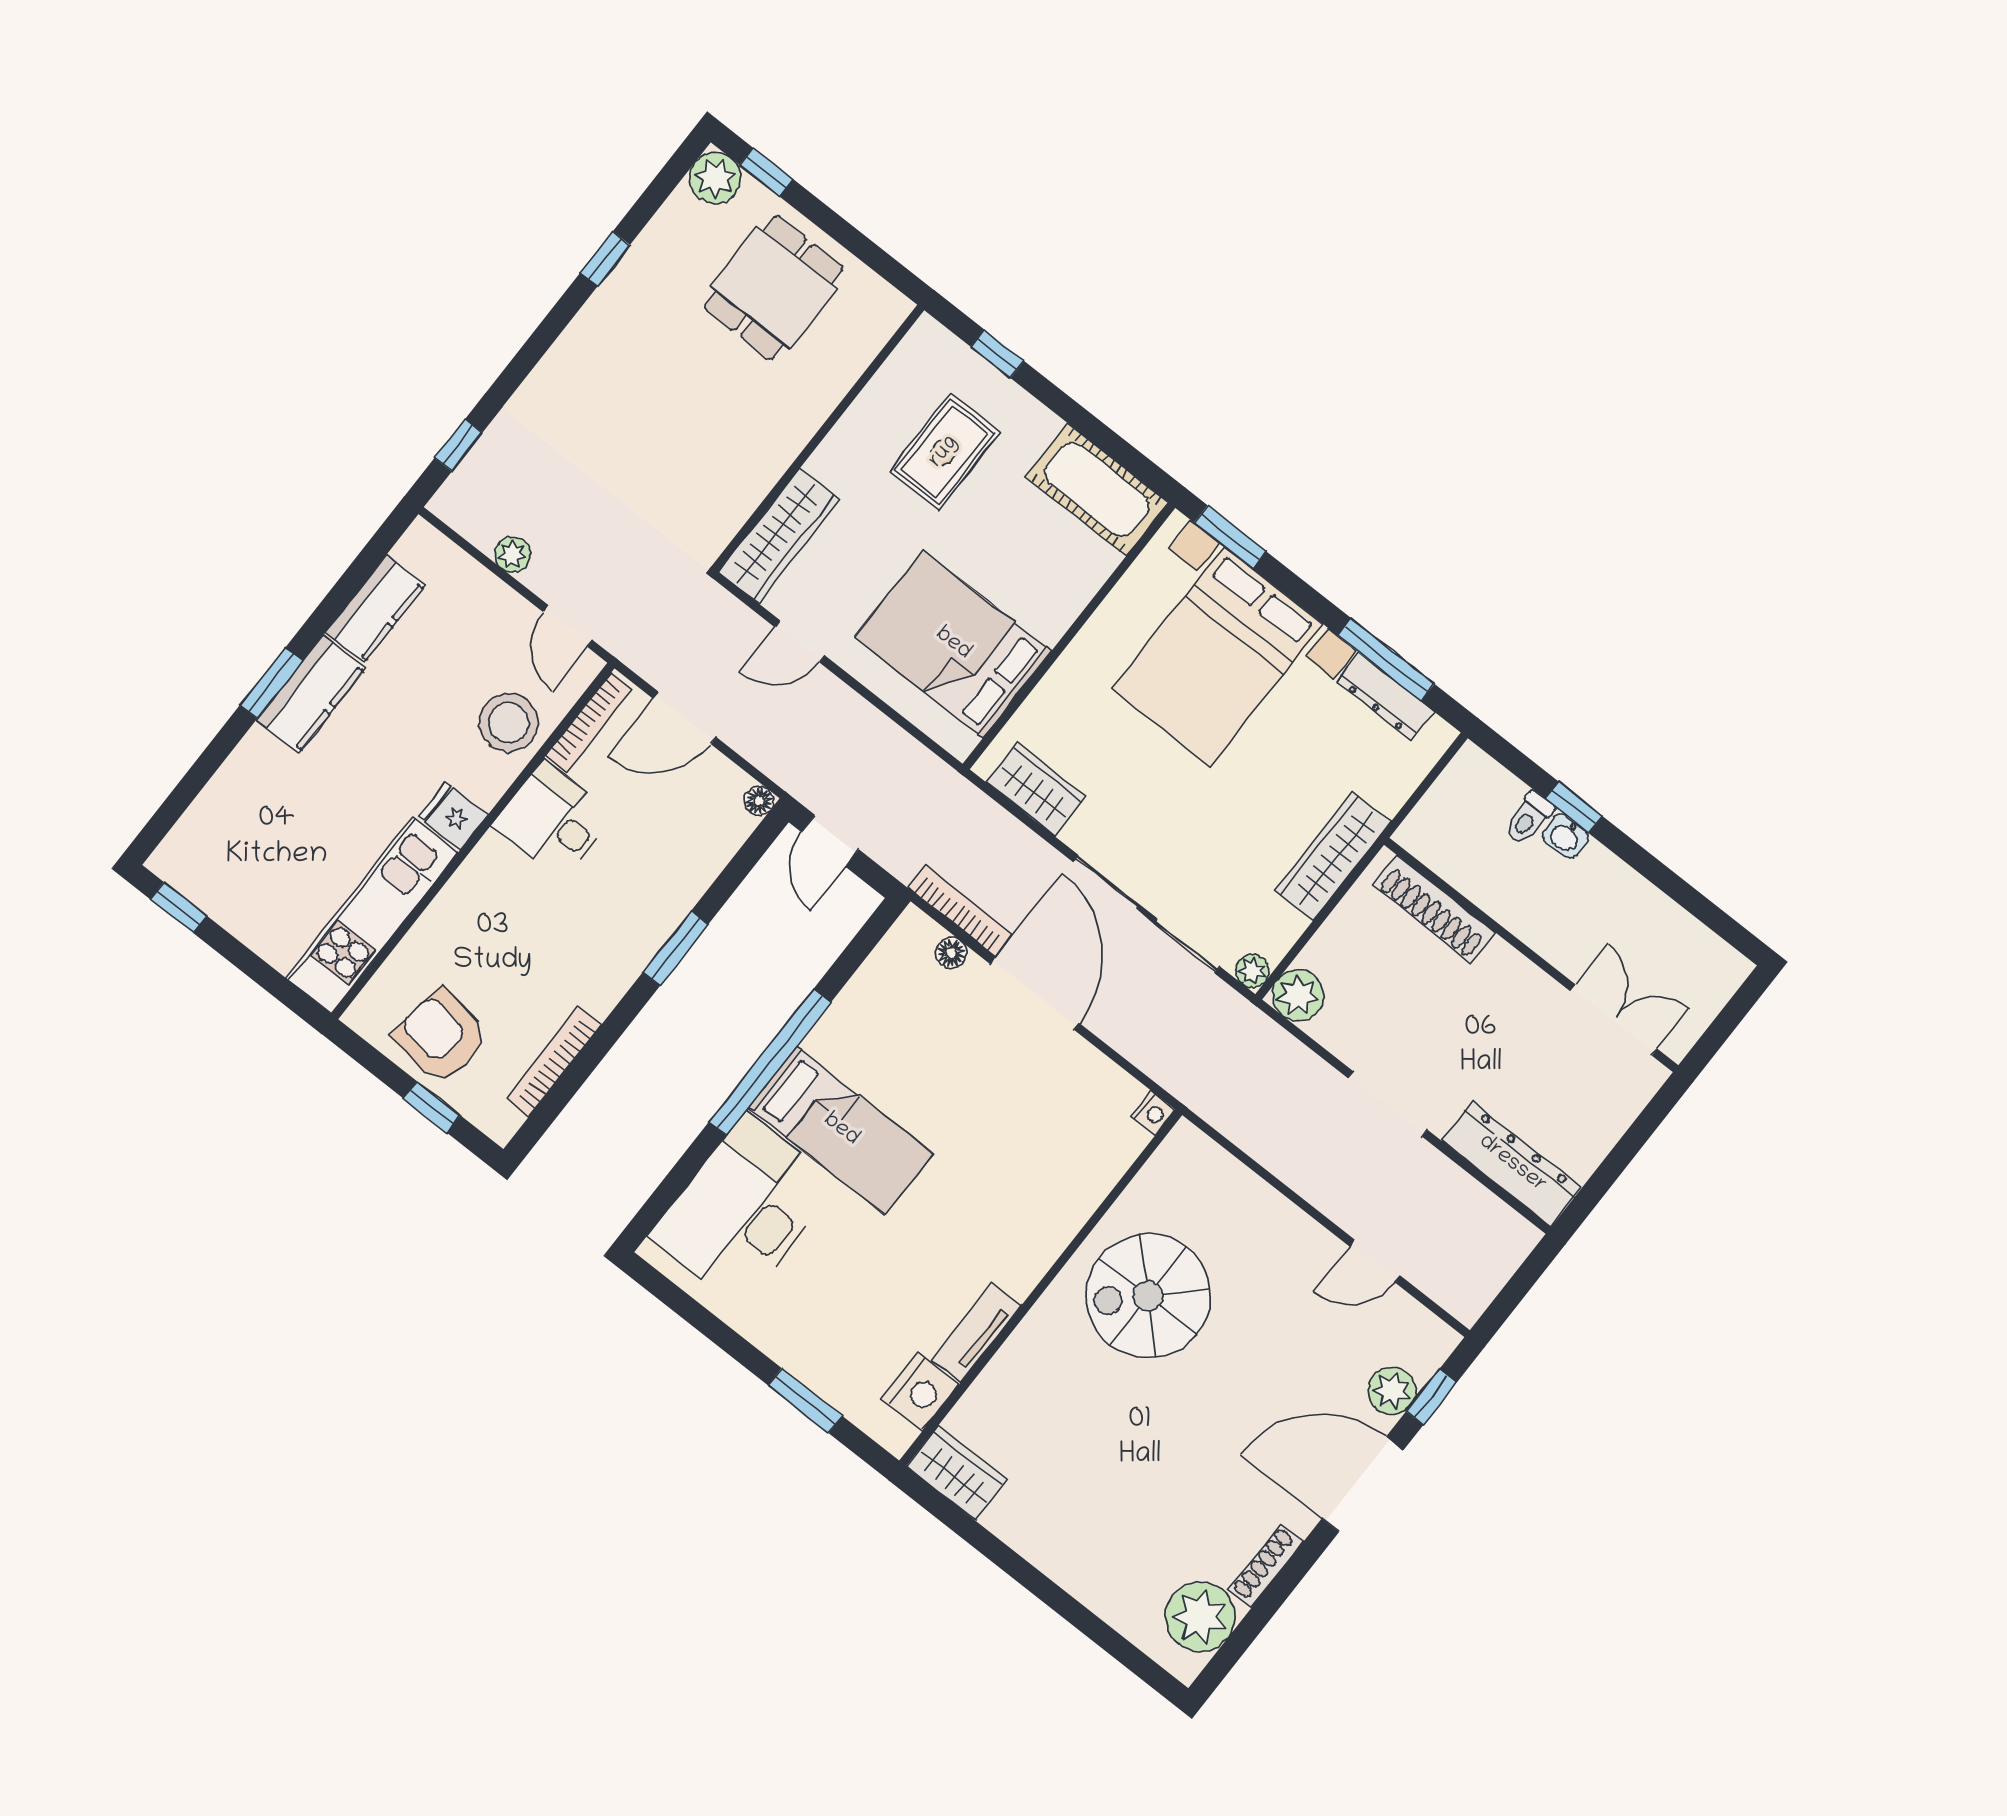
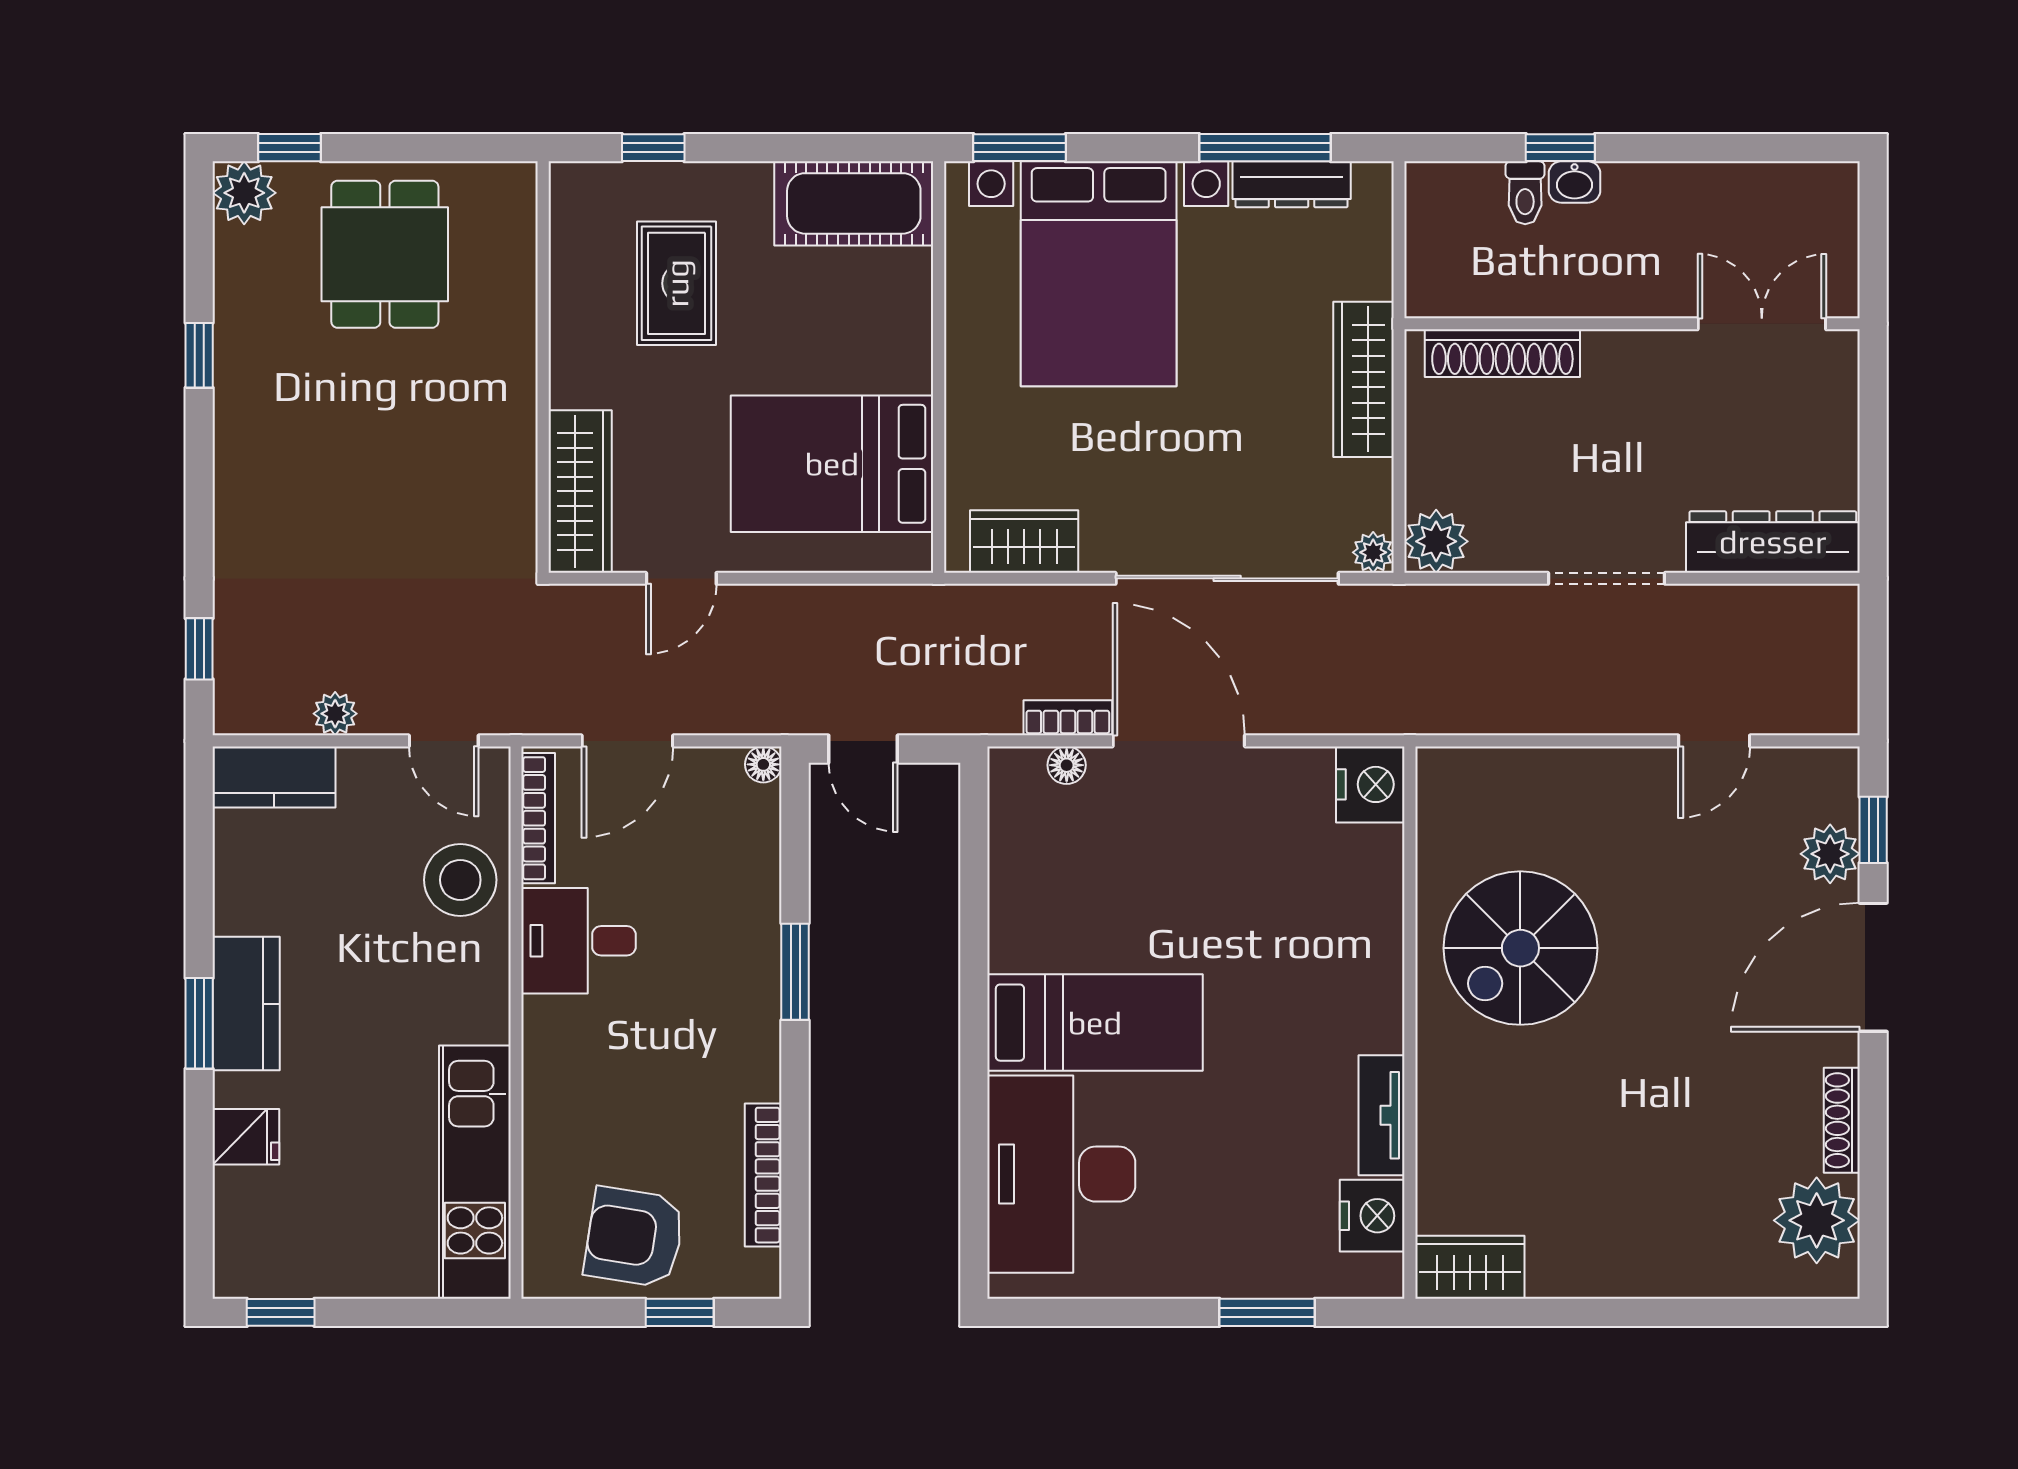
kitchen counter: (375, 608) -> (274, 777), moved, turned 90
fridge: (453, 816) -> (246, 1137), moved, turned 180
bookcase: (960, 911) -> (1068, 718), width x0.64
window: (770, 1062) -> (974, 1010), removed
nightstand: (1153, 1113) -> (1370, 784), width x1.89, depth x1.79

